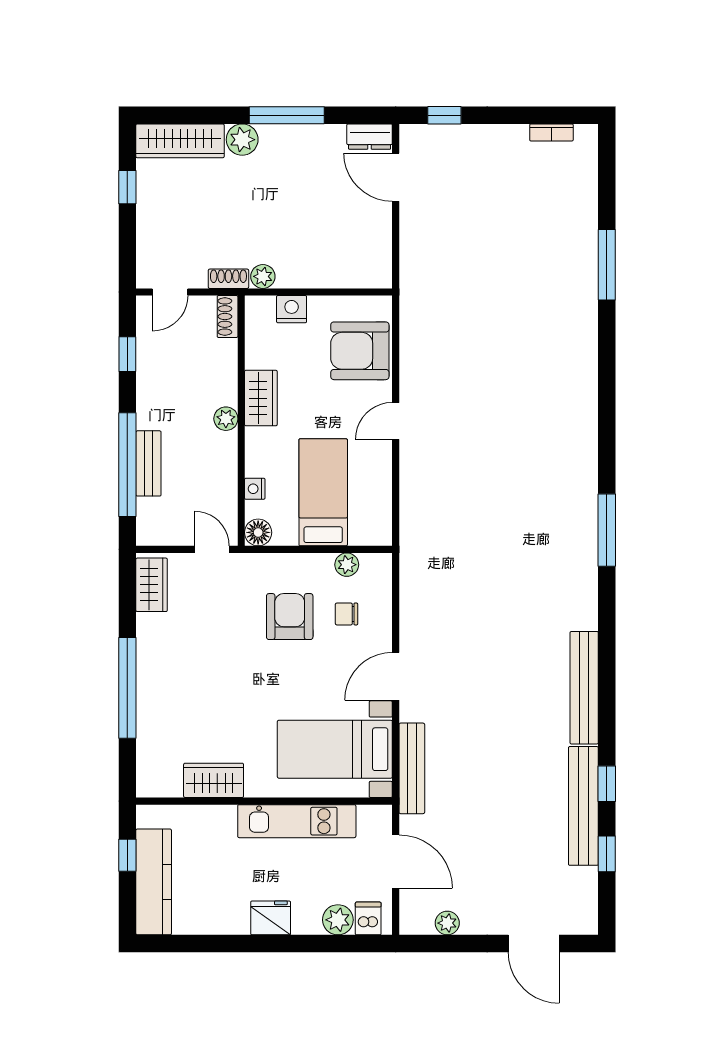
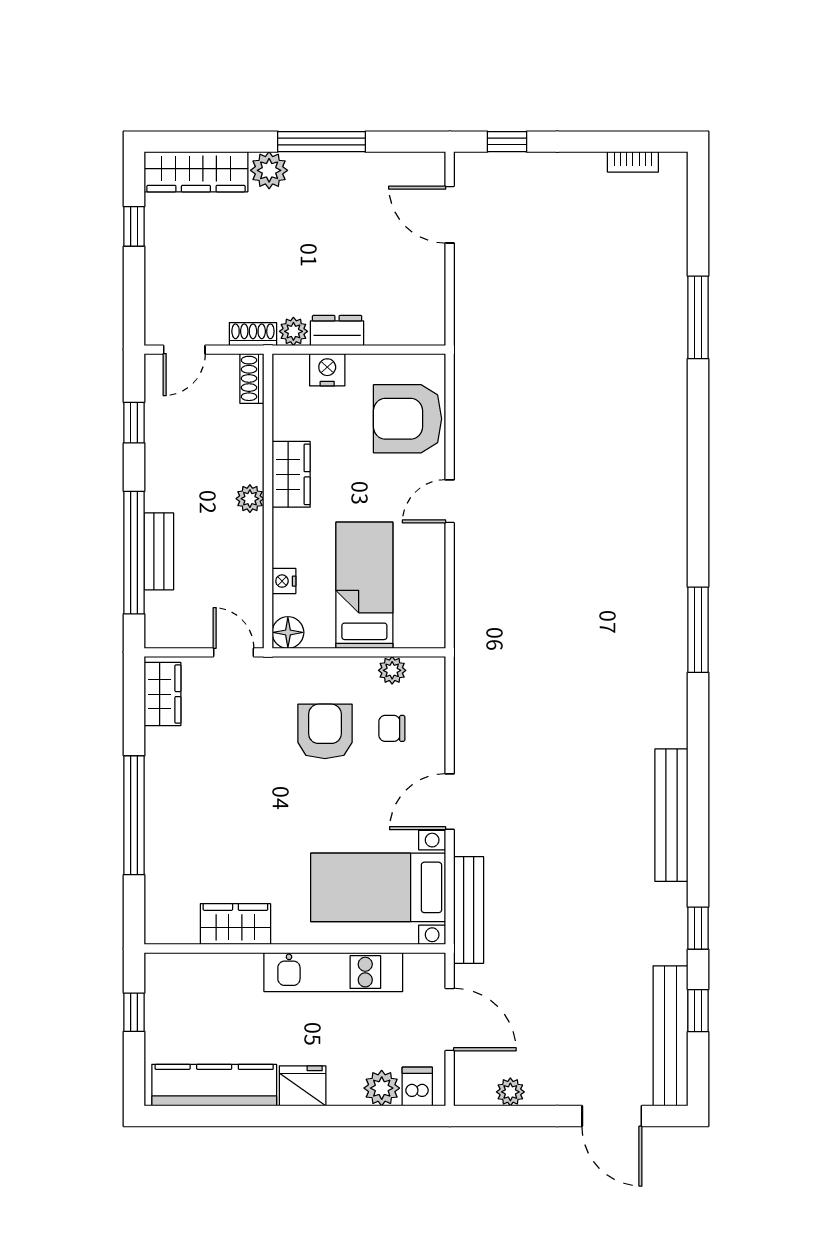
dresser: (370, 137) -> (337, 330), moved, turned 180
bench: (583, 806) -> (670, 1036), moved
kitchen counter: (154, 882) -> (214, 1085), moved, turned -90

